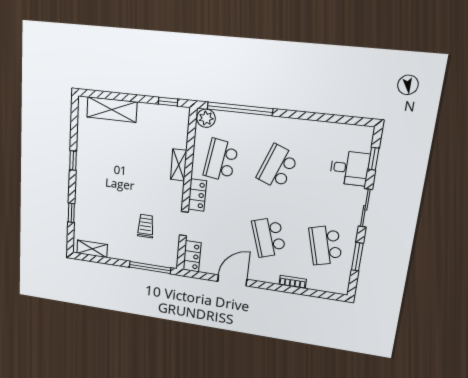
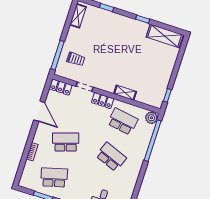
shelving: (112, 110) -> (165, 36), moved, turned 90
trolley: (146, 226) -> (76, 59), moved

